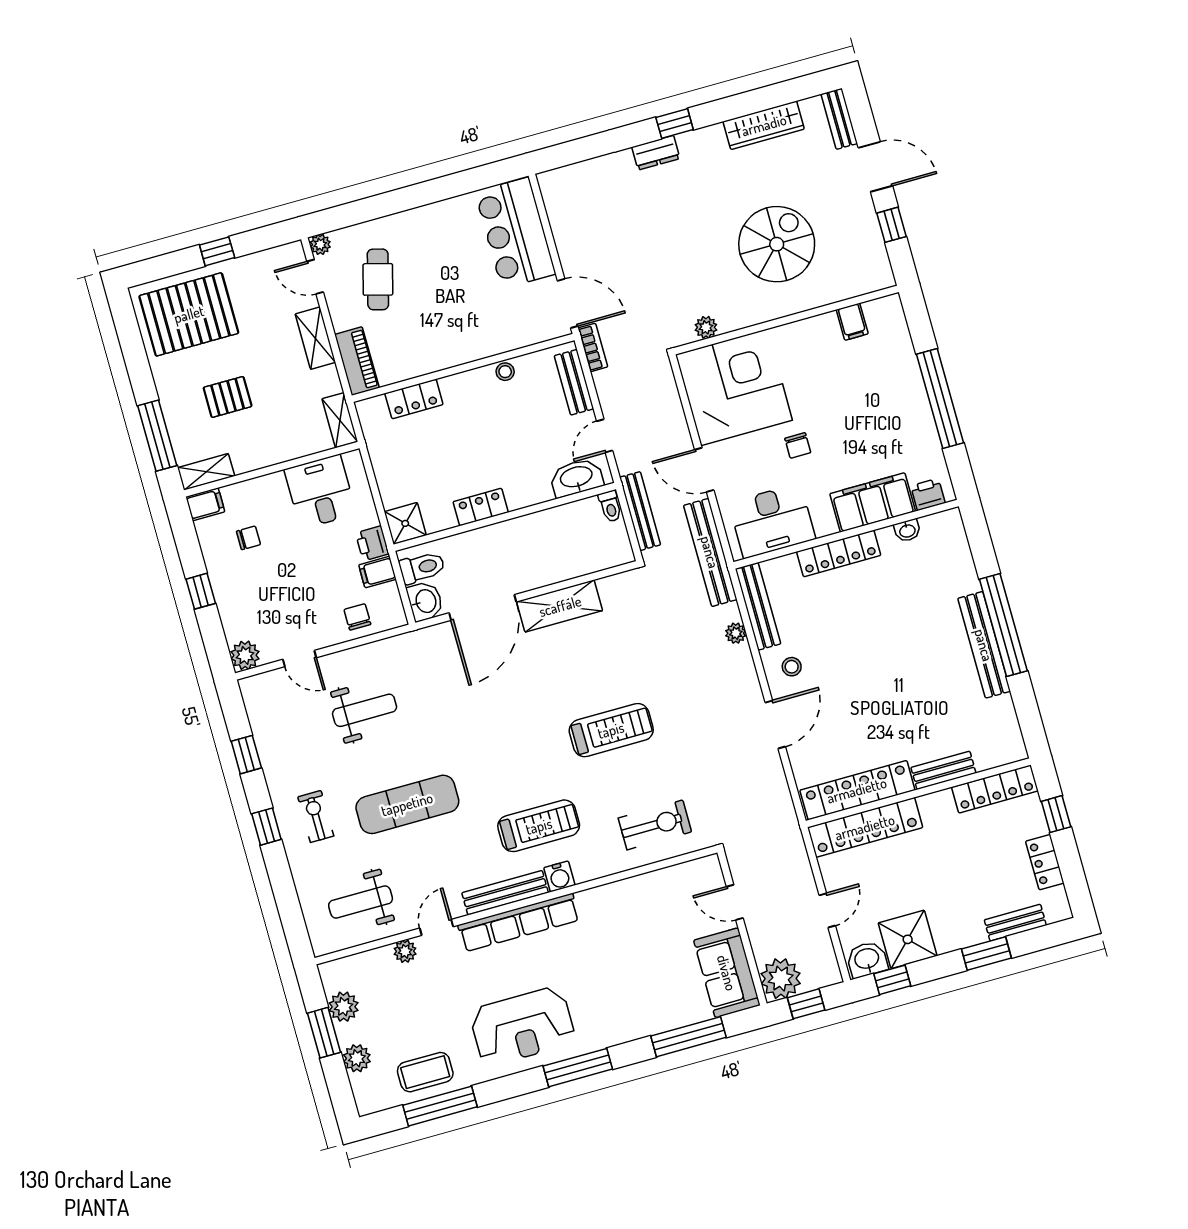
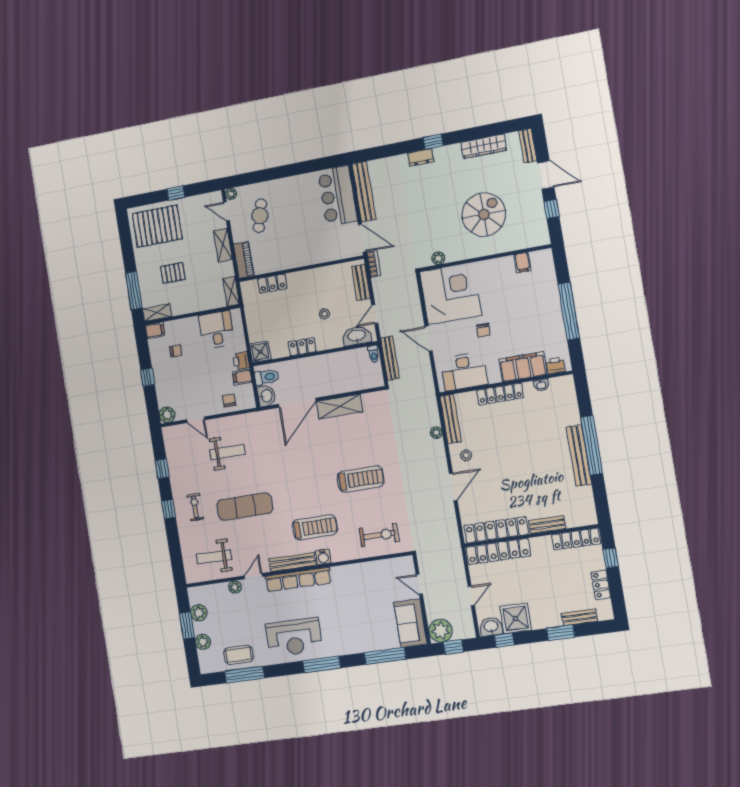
stool: (505, 372) -> (324, 314), moved
bench: (710, 552) -> (364, 192), moved

